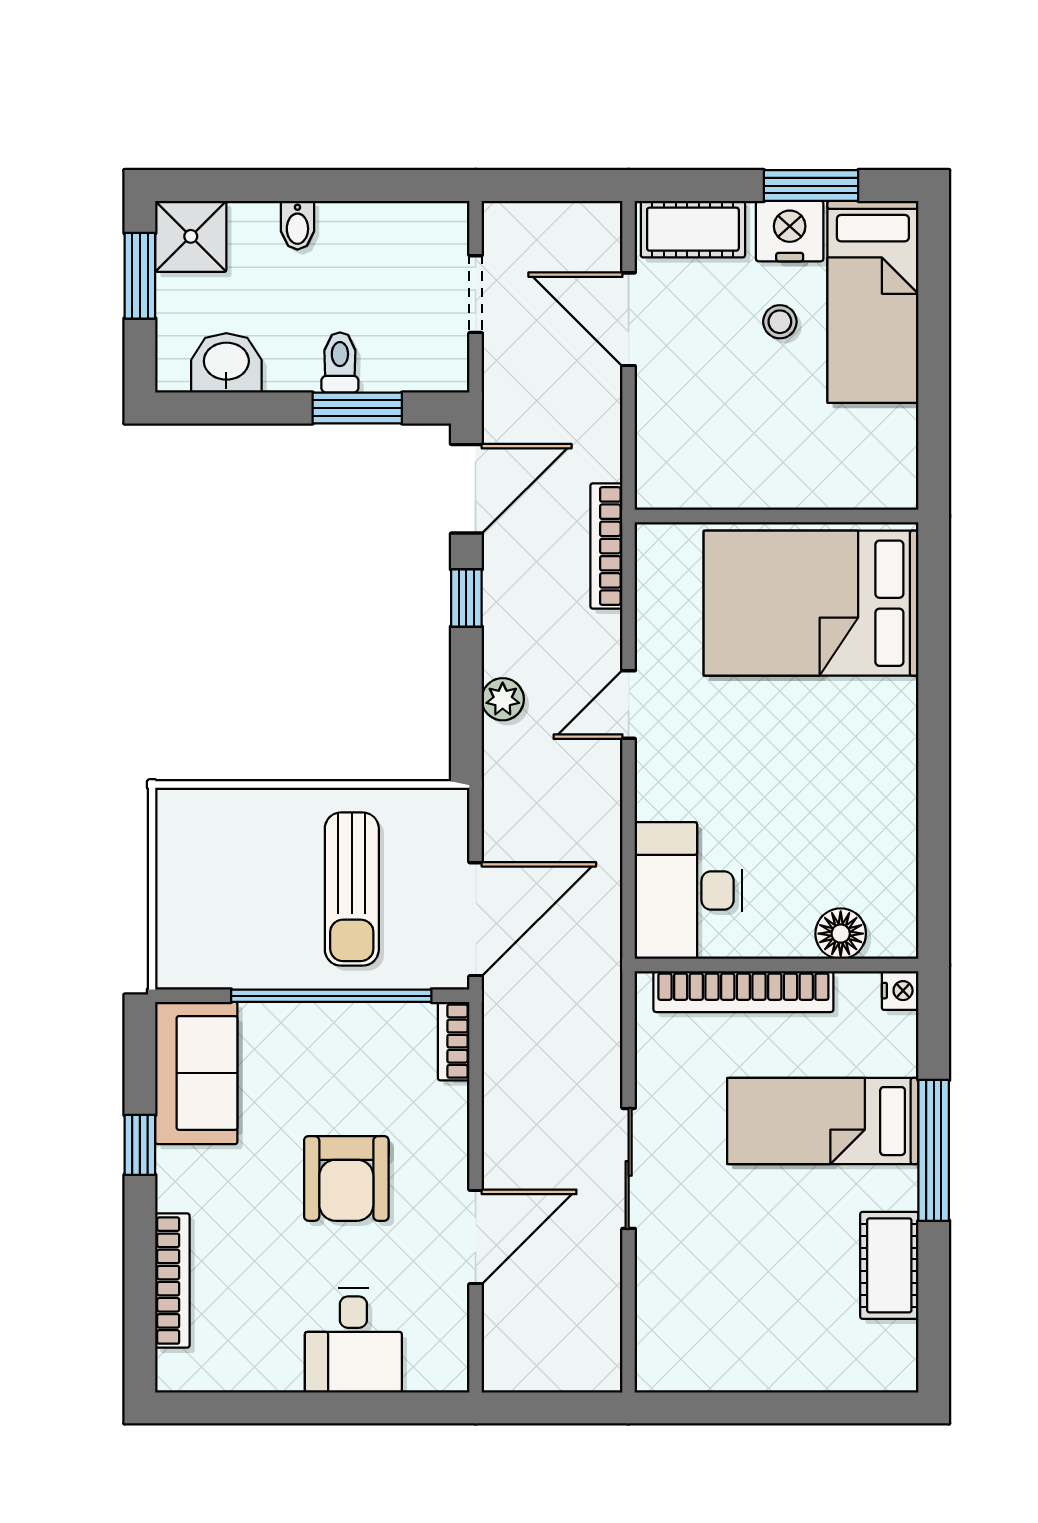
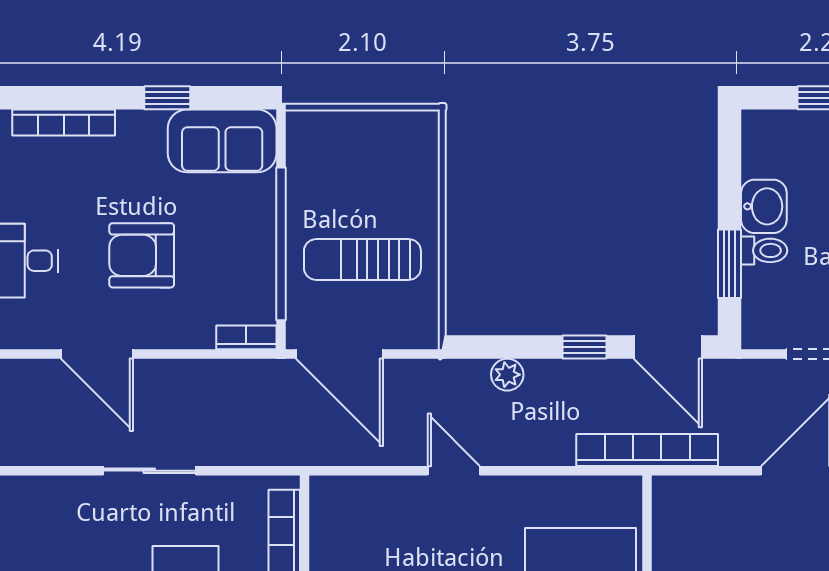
washbasin: (226, 363) -> (764, 206), moved
bookcase: (606, 546) -> (647, 450), width x1.48, depth x1.31
door: (629, 705) -> (454, 471), moved
desk: (689, 891) -> (361, 516), removed

